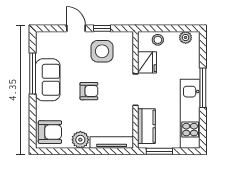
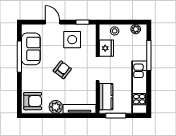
window: (102, 28) -> (82, 22), moved
sofa: (48, 80) -> (31, 49), moved
window: (203, 88) -> (149, 56), moved
armchair: (89, 91) -> (62, 70), turned -52

